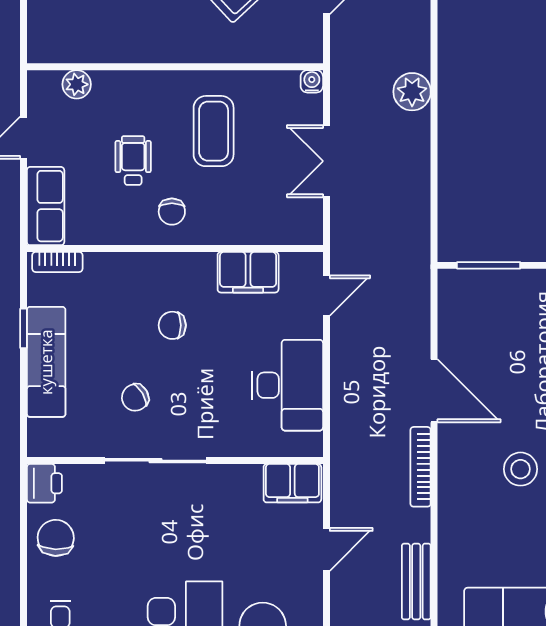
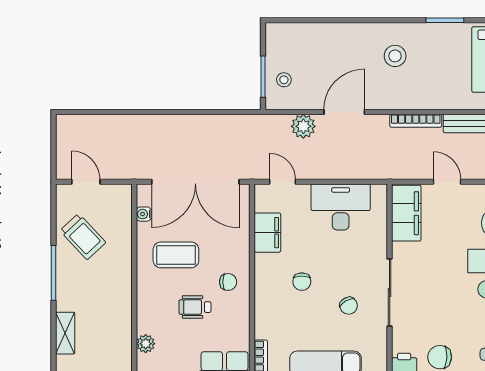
water cooler: (312, 81) -> (144, 214), moved
plant: (412, 92) -> (303, 126), moved
double door: (326, 161) -> (195, 182), width x1.87
stool: (484, 298) -> (284, 80), added
bookcase: (421, 467) -> (416, 121), moved
filing cabinet: (292, 483) -> (406, 213), width x1.50, depth x1.17

